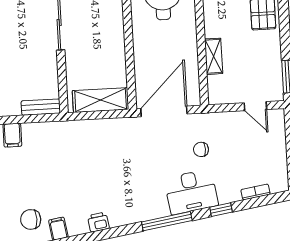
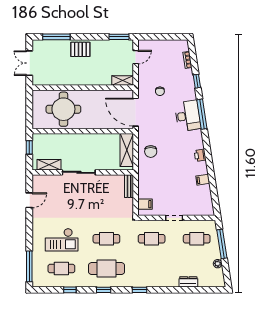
shelving: (214, 56) -> (123, 80), moved
desk: (191, 192) -> (188, 116), moved
chair: (31, 219) -> (151, 152), moved

